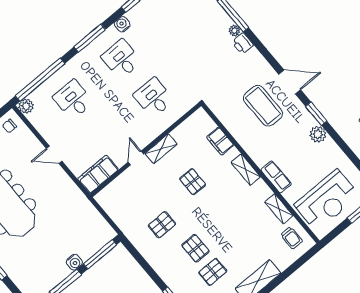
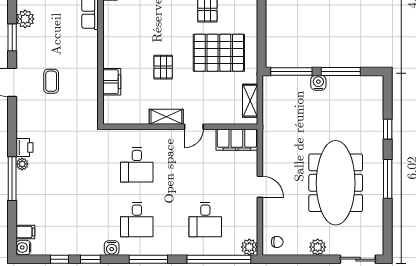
coffee table: (263, 106) -> (51, 81), width x0.54, depth x0.58
shelving: (246, 170) -> (250, 101), moved
pallet: (162, 225) -> (219, 53), width x2.05, depth x2.00

